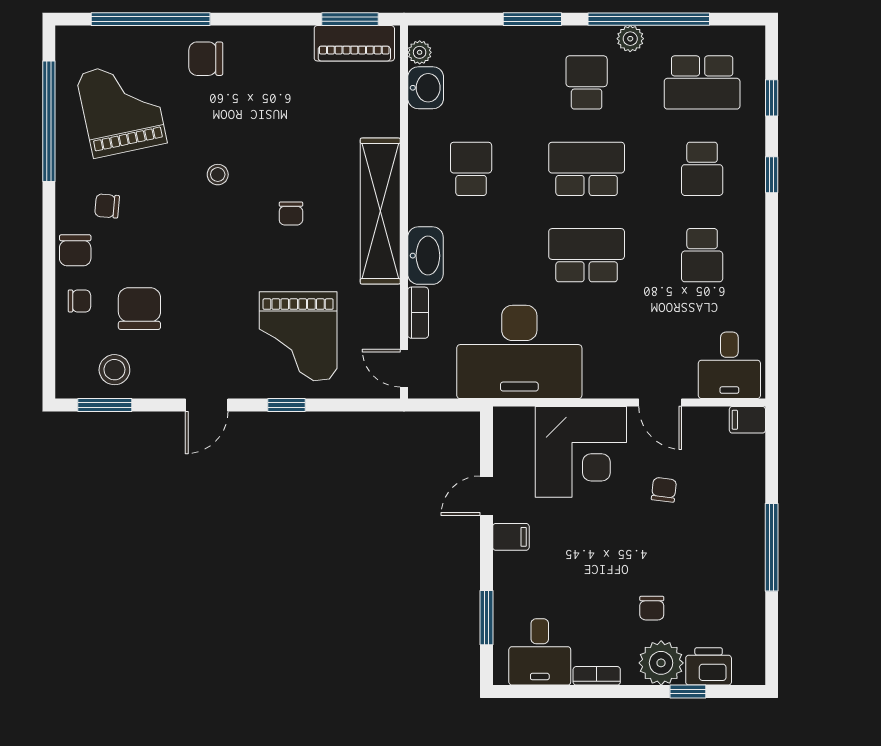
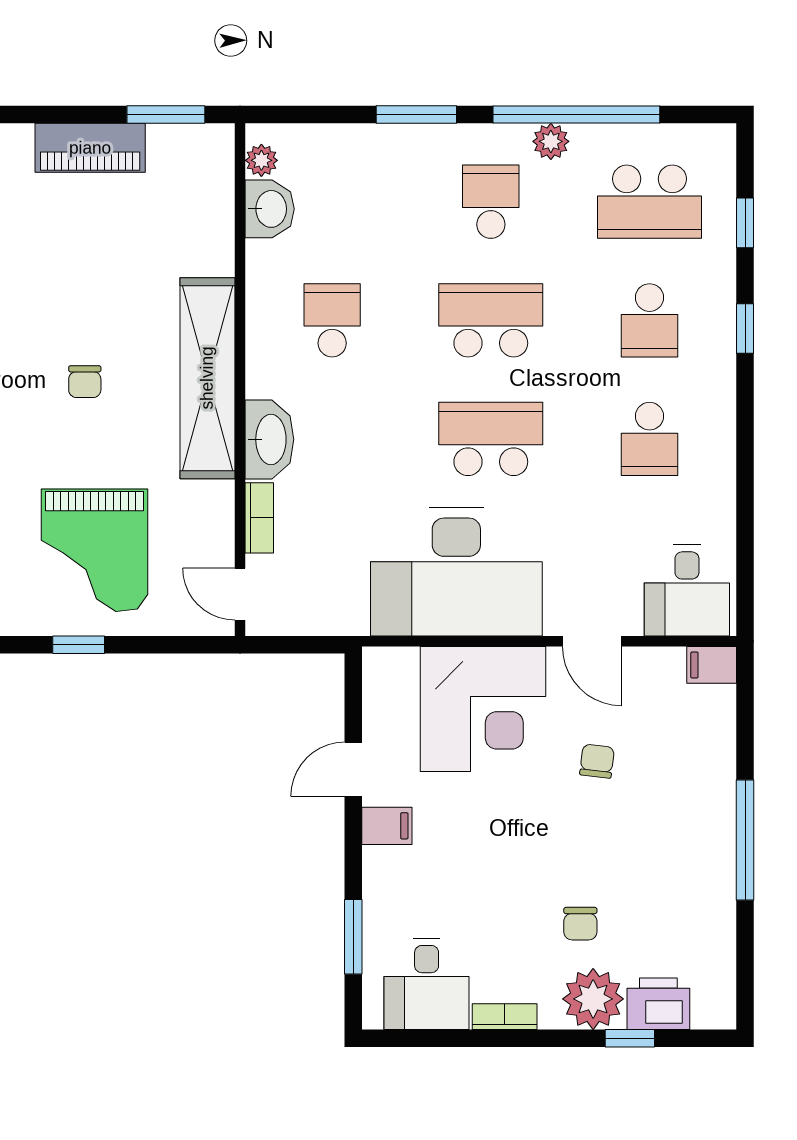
piano: (354, 43) -> (90, 148), moved
desk: (519, 352) -> (456, 572), moved

